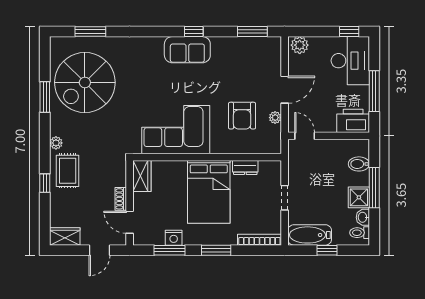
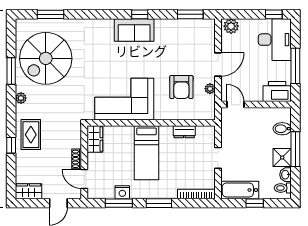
plant: (56, 143) -> (21, 98), moved
bed: (209, 192) -> (147, 153), width x0.67

